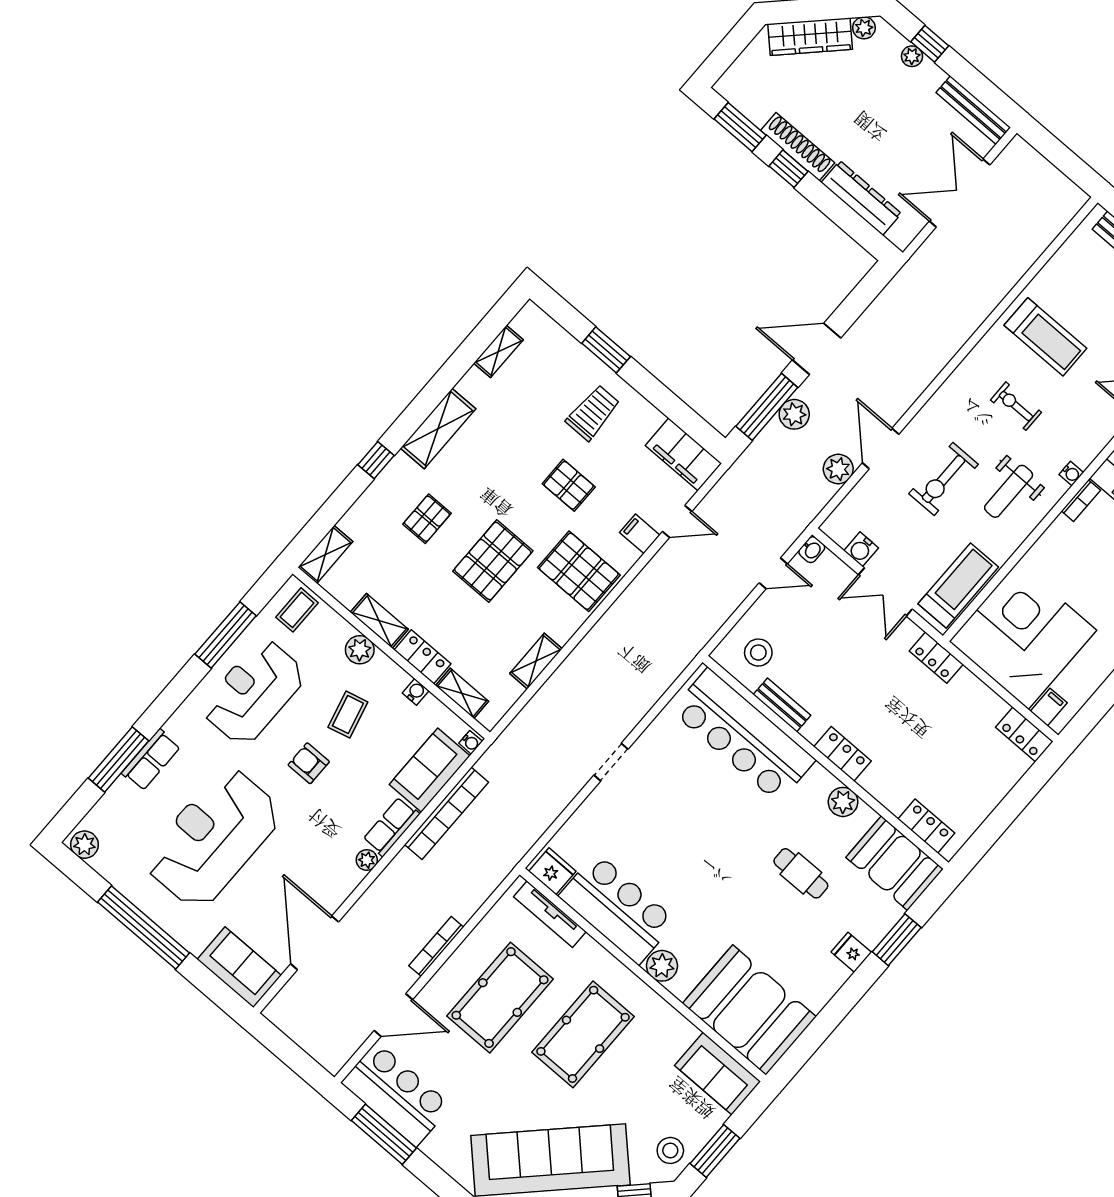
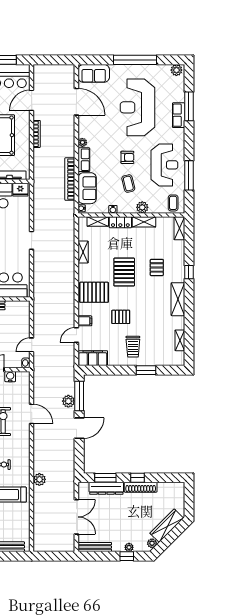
window: (740, 127) -> (105, 478), moved
plant: (838, 469) -> (39, 479), moved
stool: (758, 653) -> (15, 316), removed
reception desk: (213, 838) -> (137, 107), turned 180

